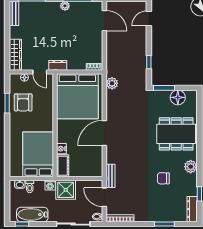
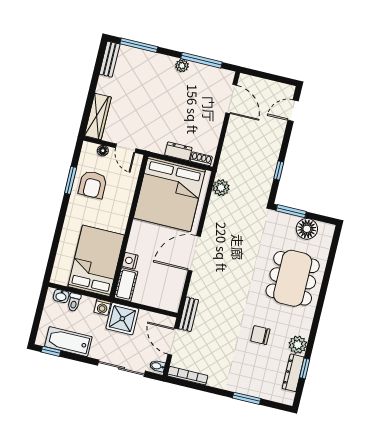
dresser: (58, 65) -> (178, 151), moved
dining table: (176, 134) -> (293, 278), turned 90
plant: (191, 167) -> (298, 345), moved
dresser: (192, 209) -> (293, 373), moved

